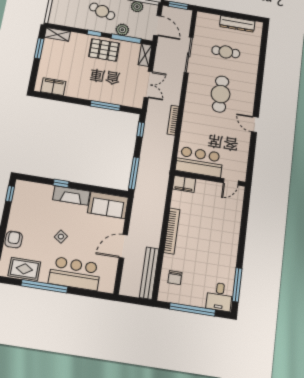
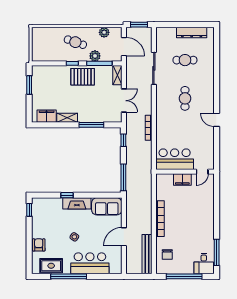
shelving: (57, 34) -> (67, 118), moved
cafe table: (221, 94) -> (185, 98), width x0.73, depth x0.74
filing cabinet: (184, 184) -> (182, 179), moved

